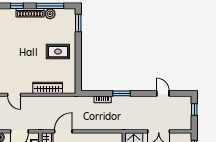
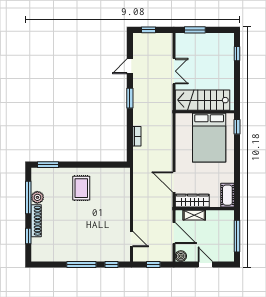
wardrobe: (48, 88) -> (123, 200), removed
window: (122, 93) -> (130, 98), moved
door: (14, 95) -> (131, 239), hinge flipped

